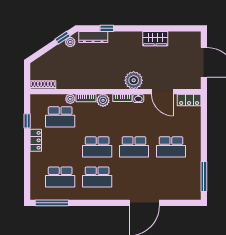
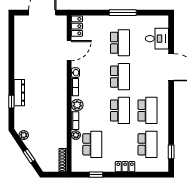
dresser: (93, 37) -> (19, 93), moved
window: (63, 38) -> (29, 156), moved
wardrobe: (155, 39) -> (21, 57), removed
plant: (134, 80) -> (59, 77), removed
locker: (36, 140) -> (125, 167), moved
window: (204, 177) -> (123, 13), moved
desk: (175, 187) -> (157, 39), added
window: (52, 203) -> (171, 152), width x0.46

